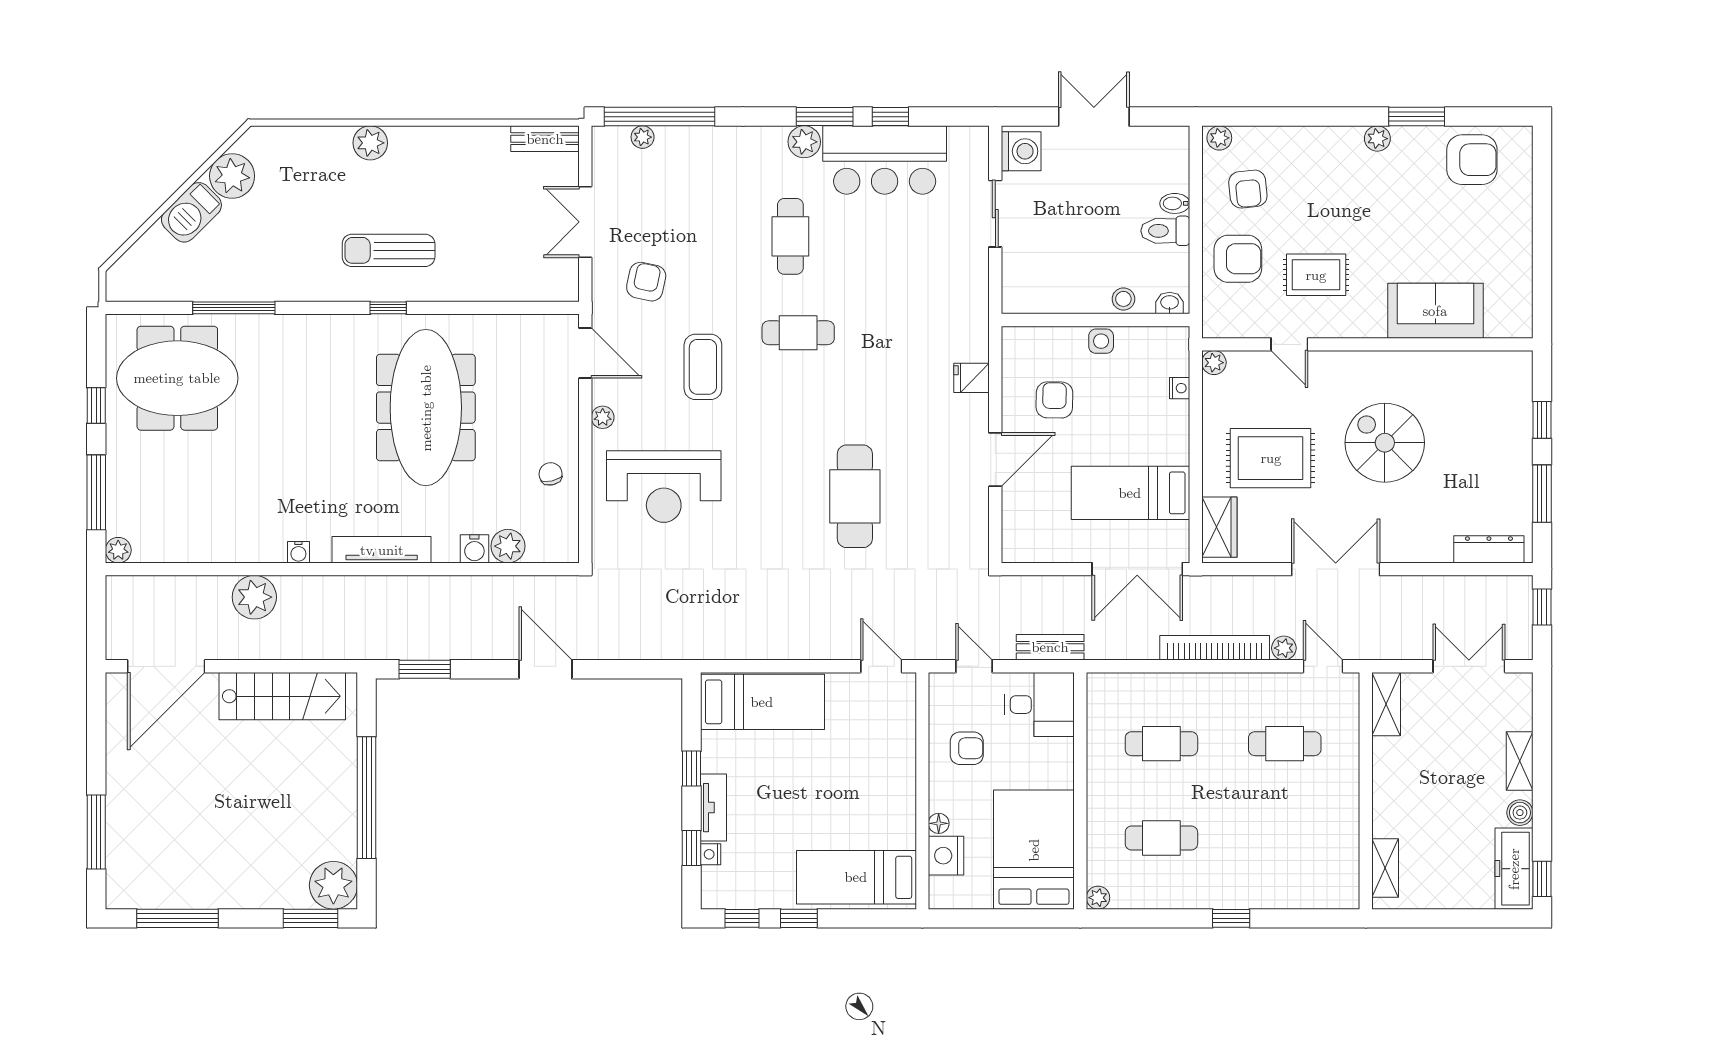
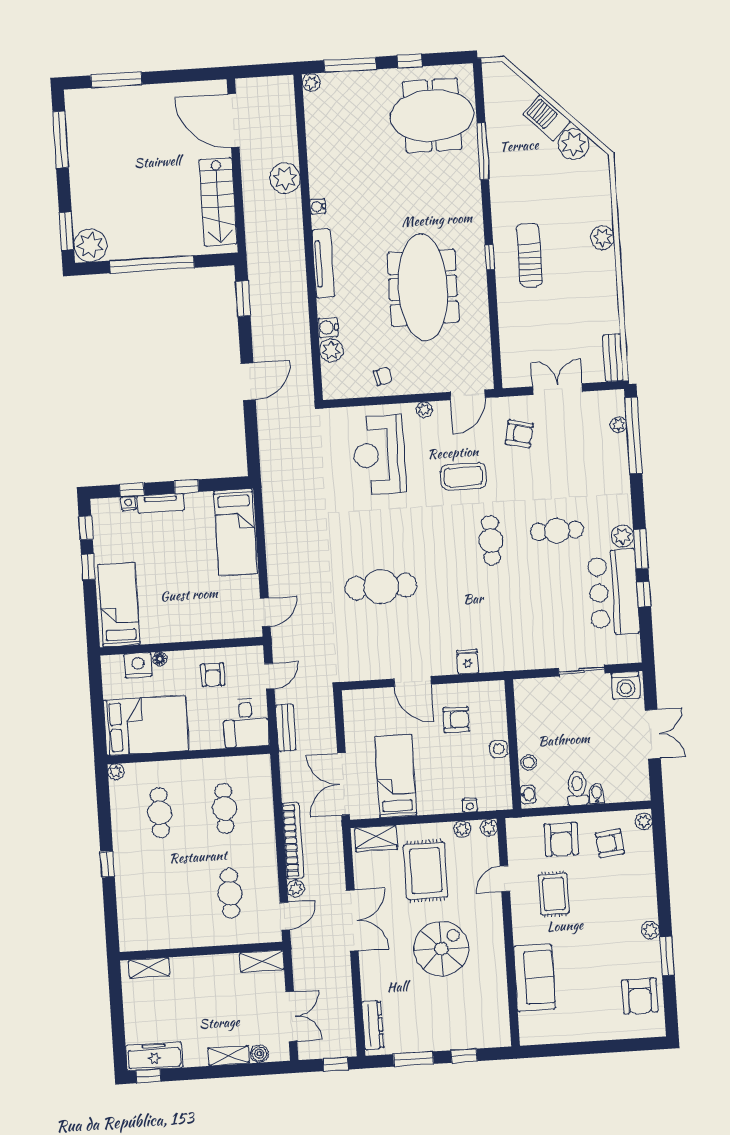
meeting table: (177, 378) -> (432, 115), turned 90
plant: (1214, 401) -> (462, 829), added
meeting table: (426, 408) -> (423, 288), turned 90
boiler: (1520, 813) -> (259, 1054), moved

